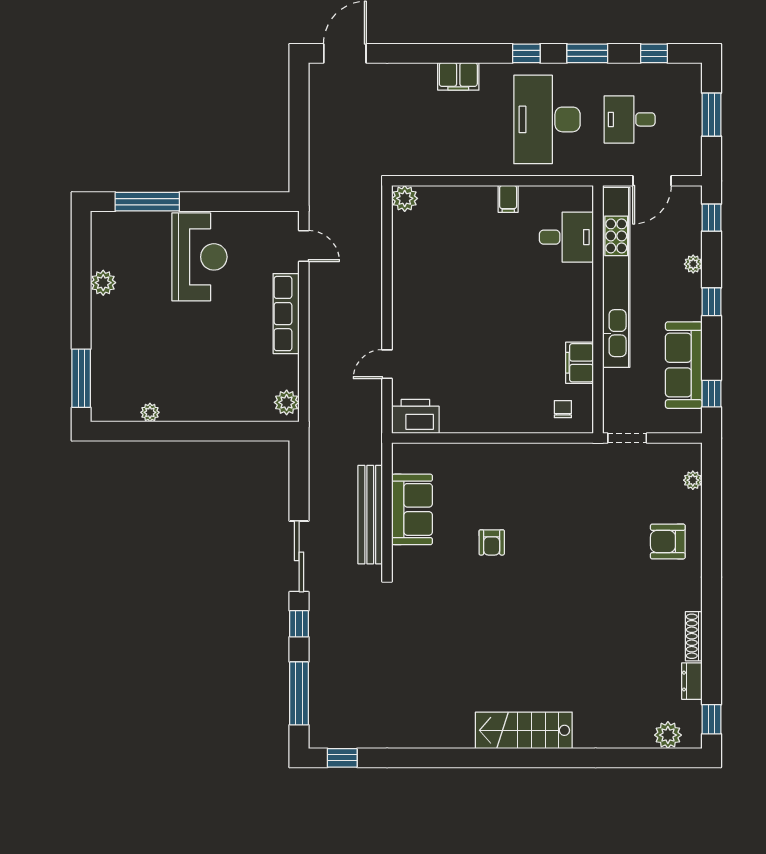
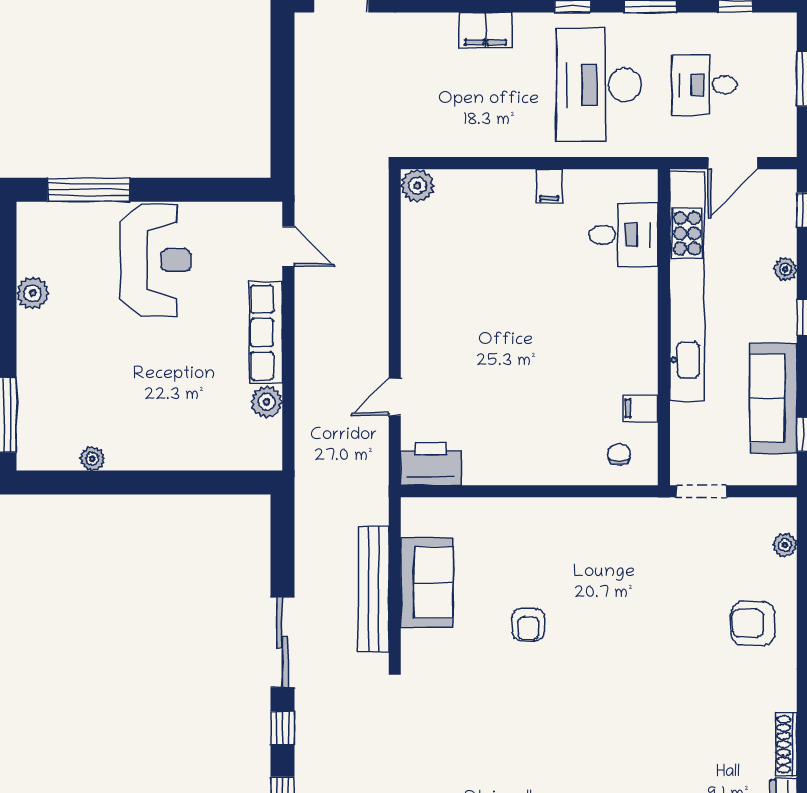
filing cabinet: (580, 363) -> (640, 408), width x0.50
plant: (287, 402) -> (267, 402), moved

